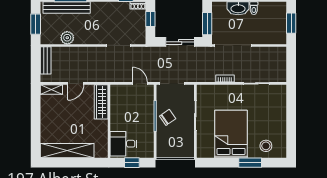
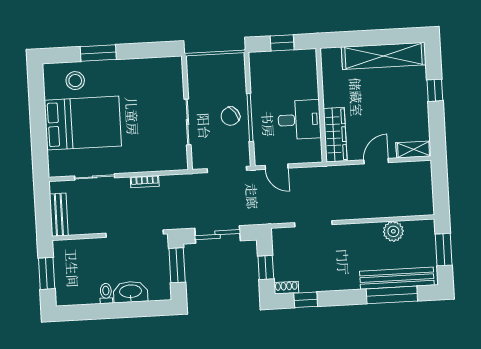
bench: (46, 60) -> (59, 215), moved
window: (36, 127) -> (435, 90), added
bed: (231, 134) -> (83, 123), moved, turned -90
desk: (124, 144) -> (299, 120), moved

